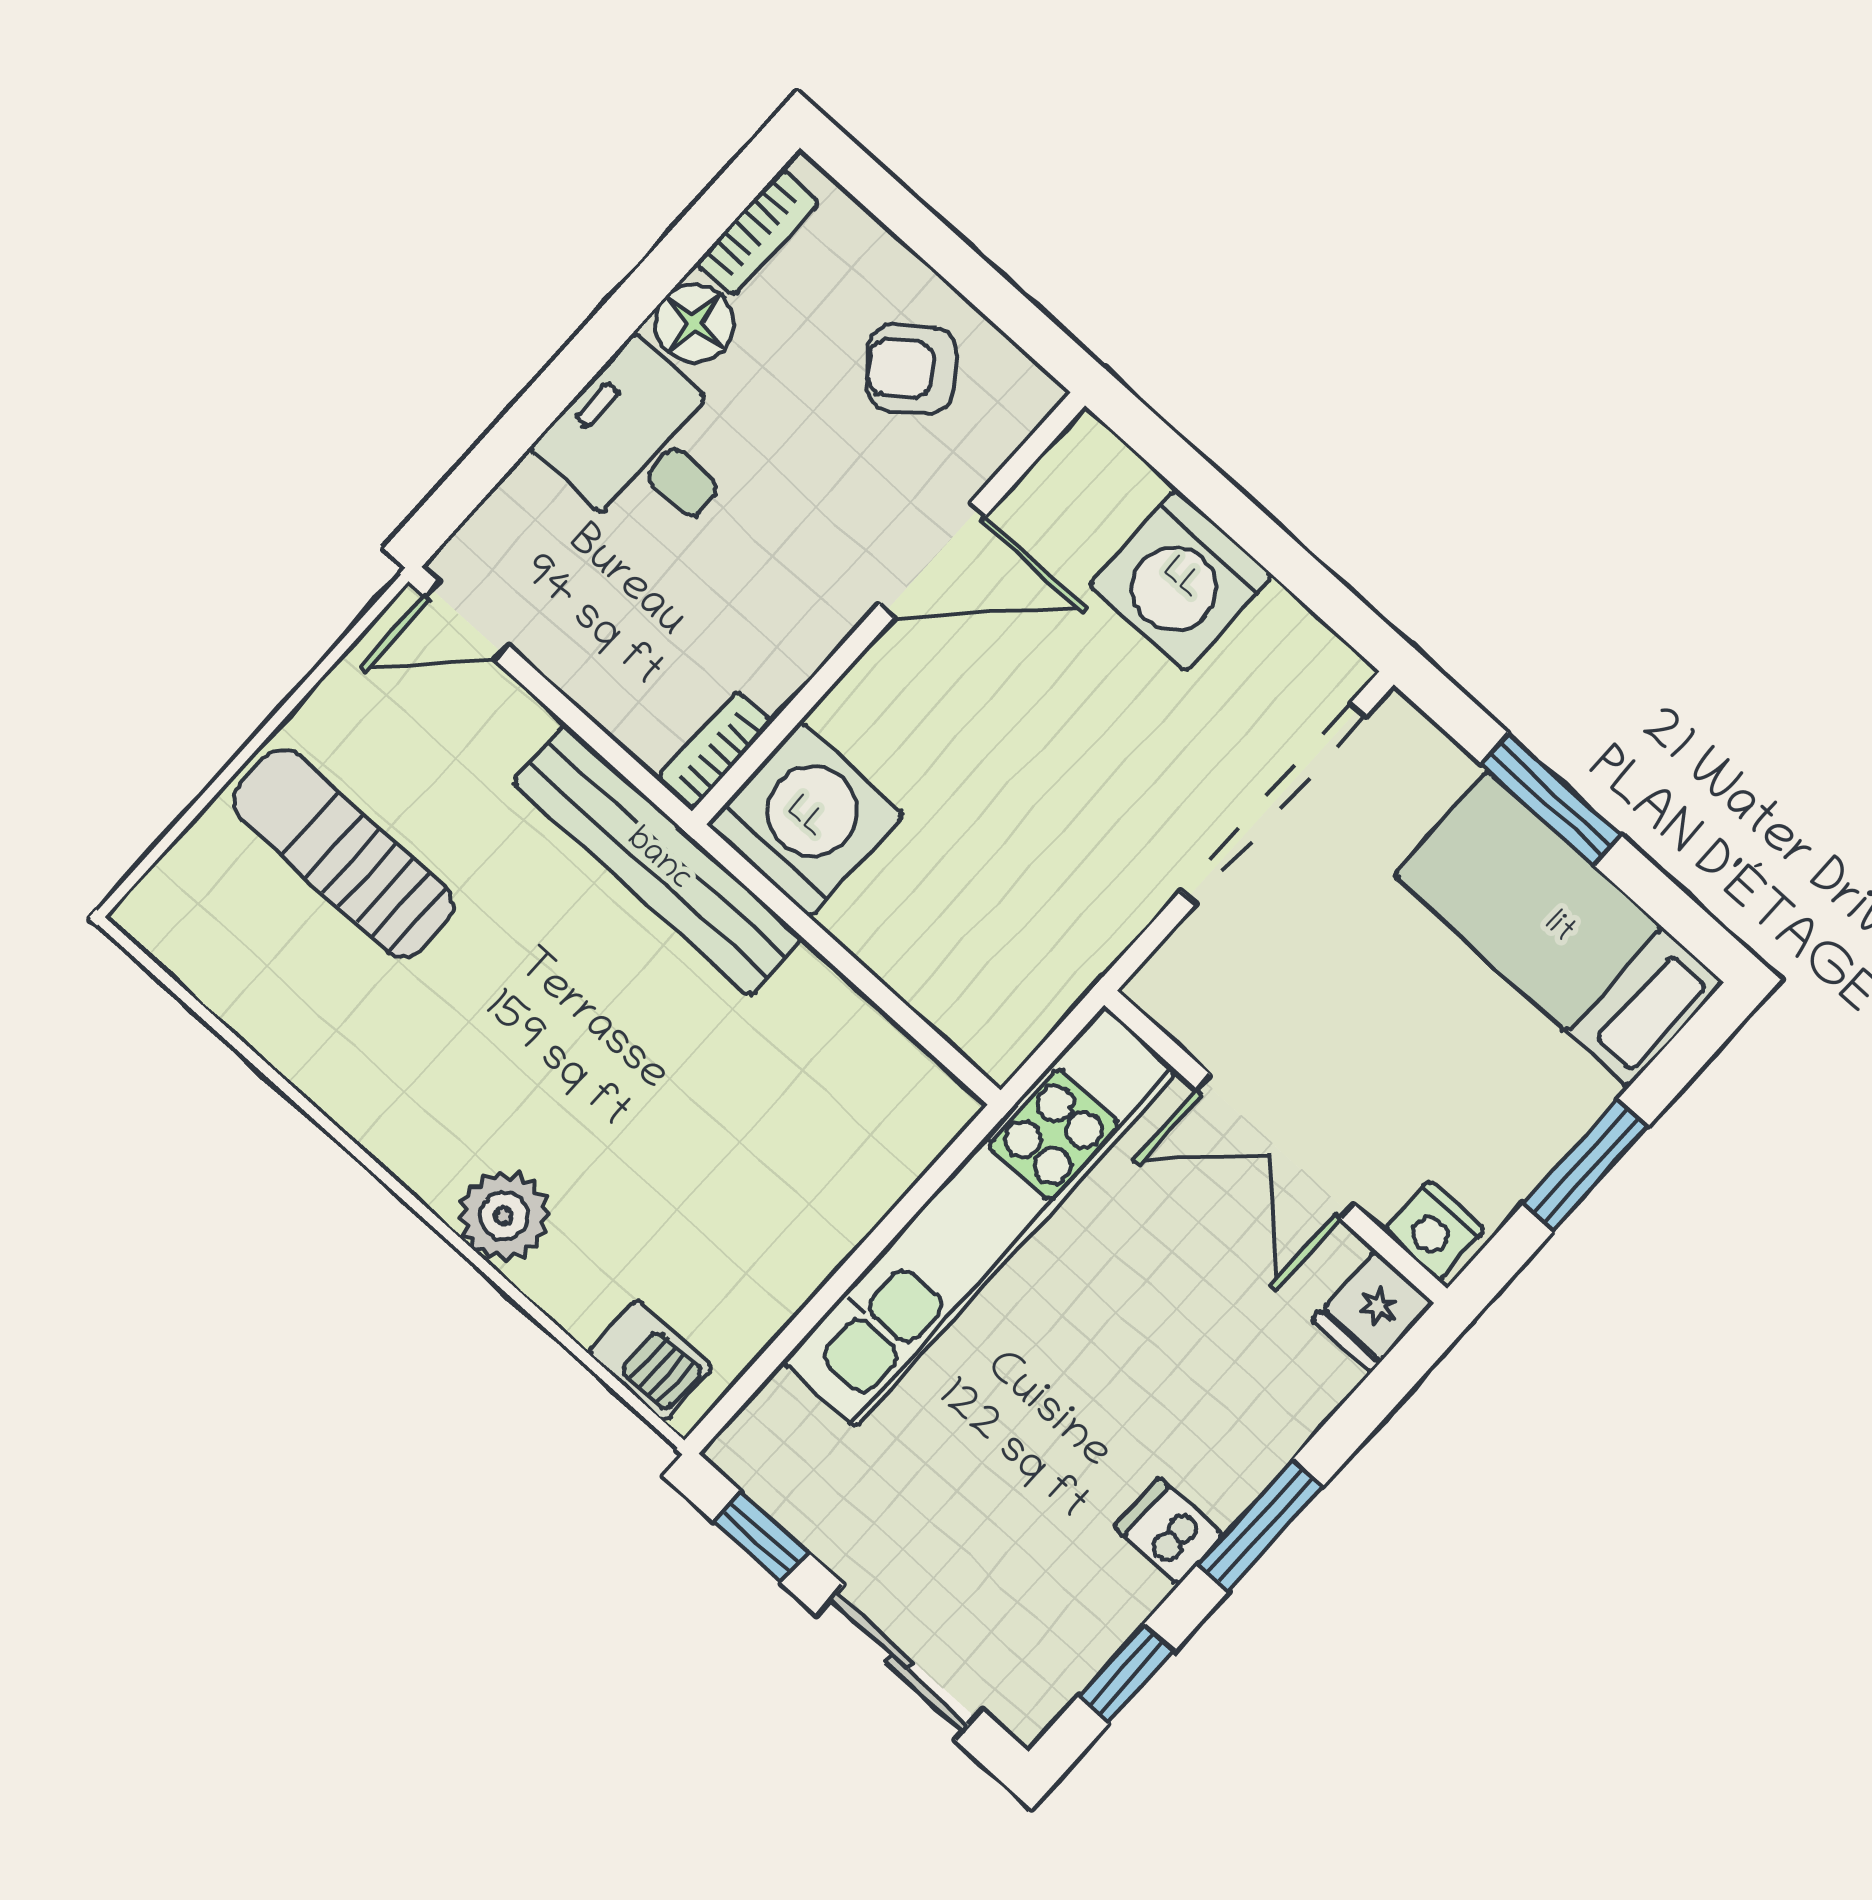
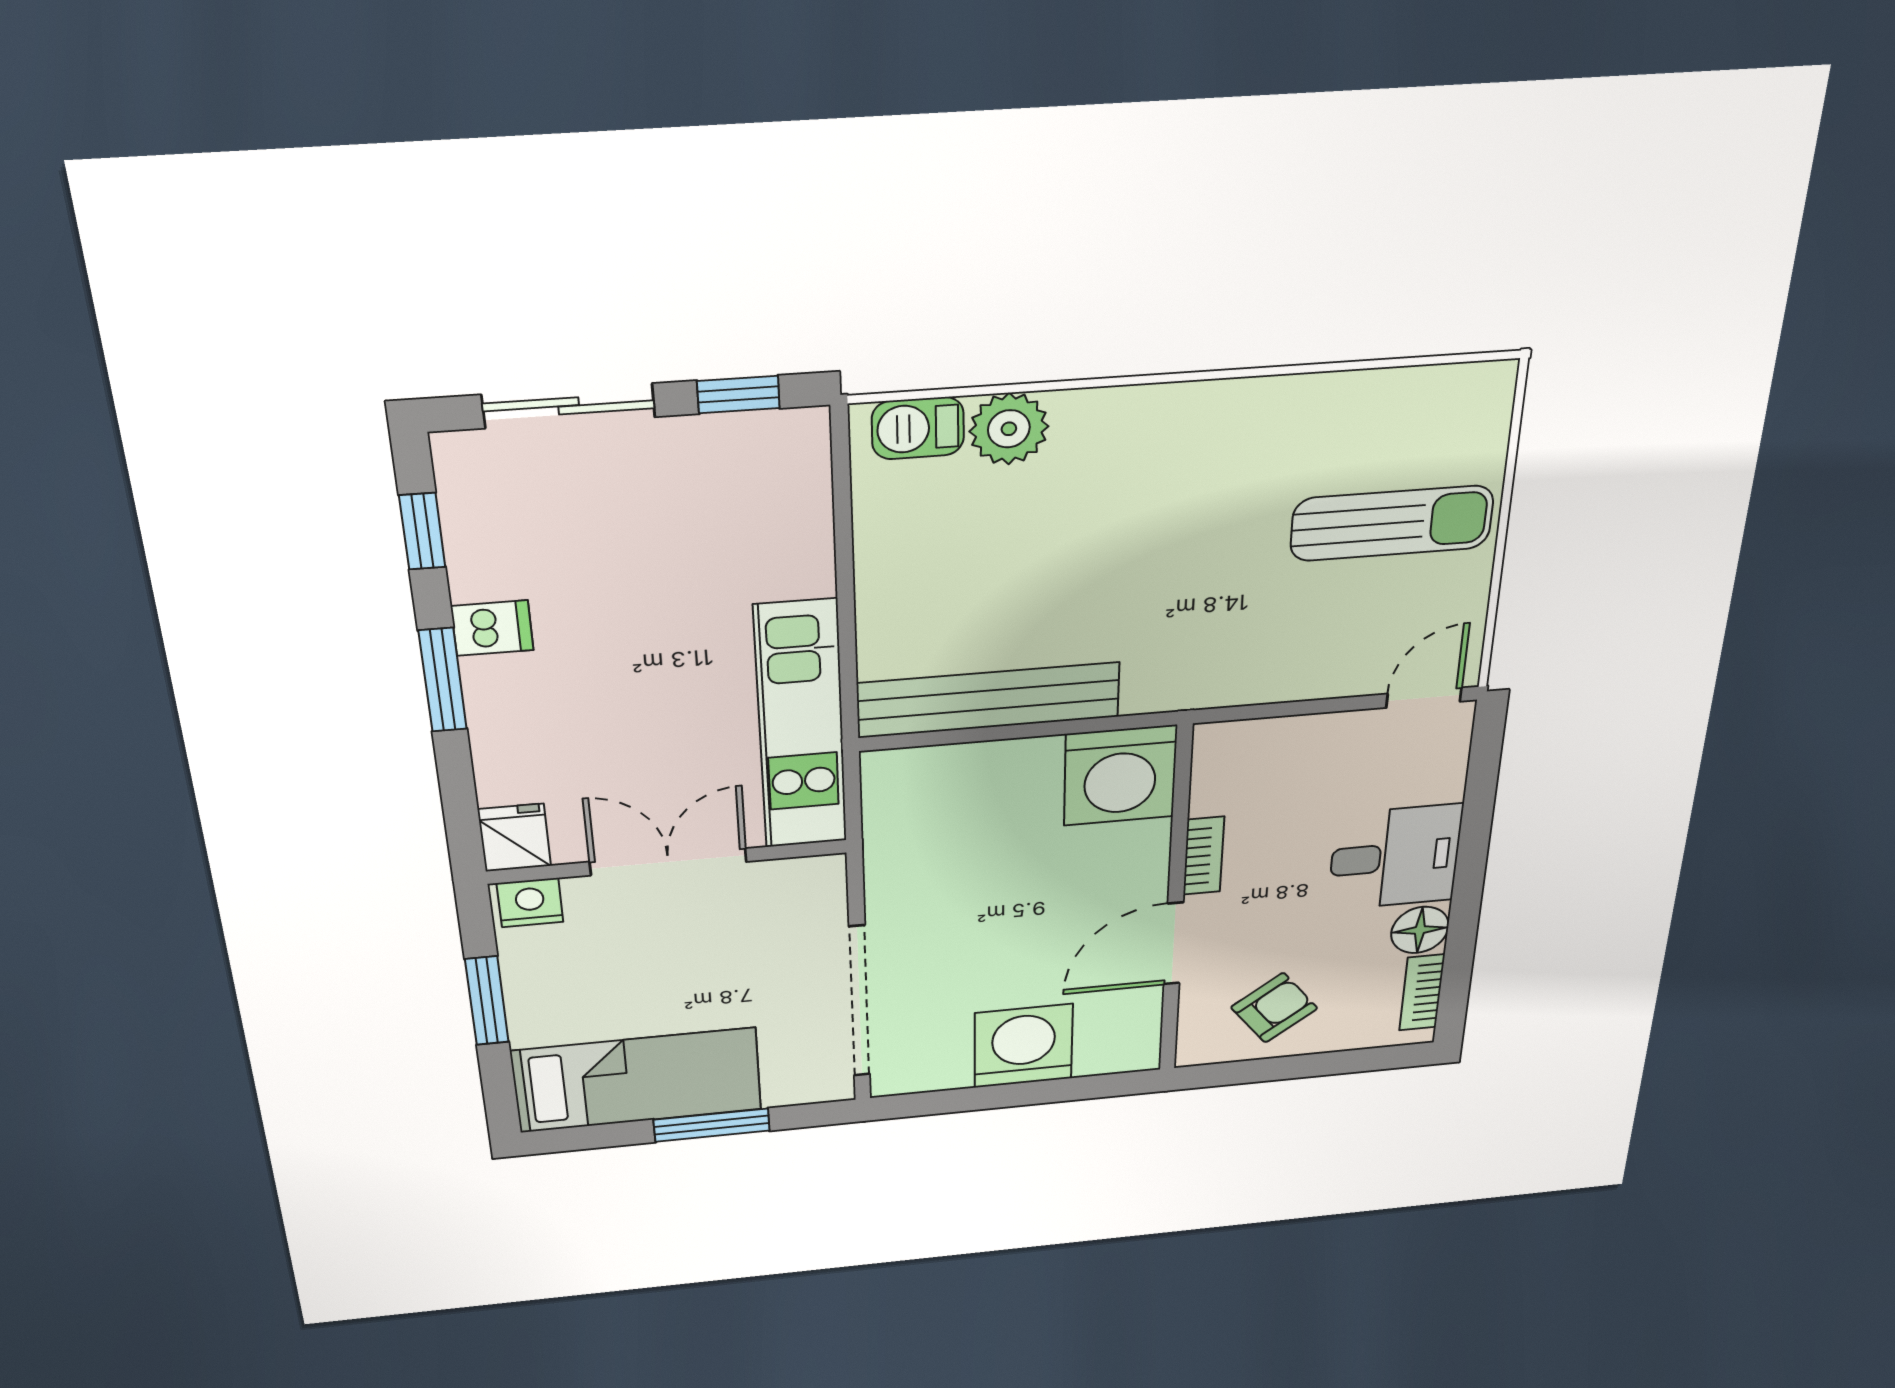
bookcase: (714, 751) -> (1204, 856), moved
bench: (658, 860) -> (989, 700), moved
plant: (503, 1216) -> (1009, 429), moved
kitchen unit: (980, 1217) -> (801, 726), width x0.73

